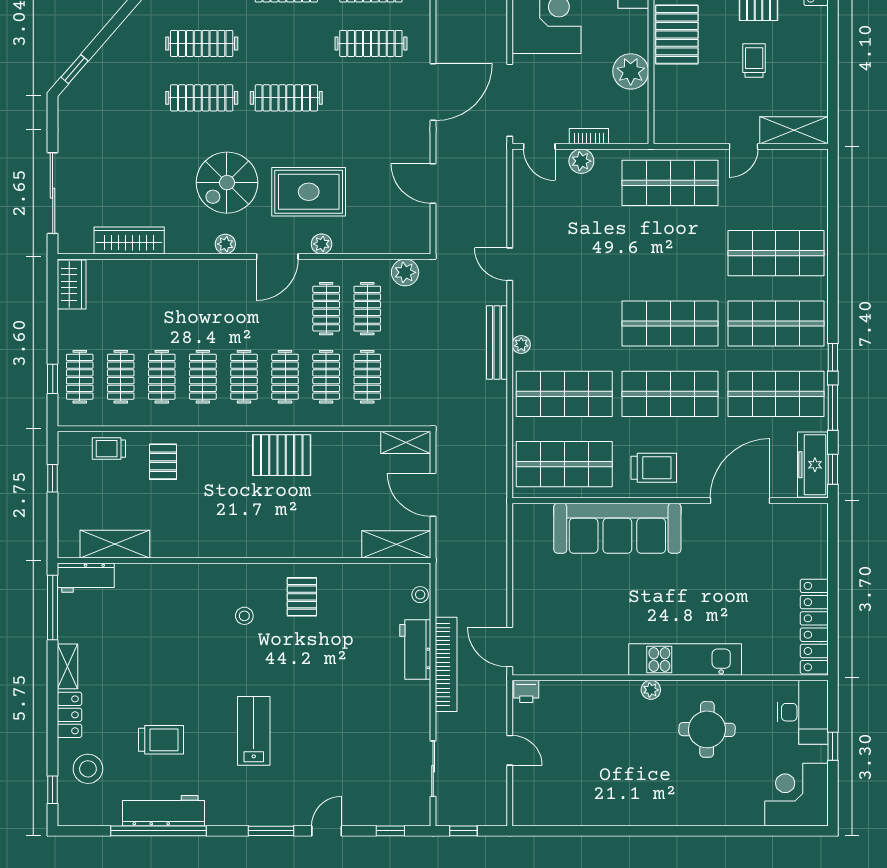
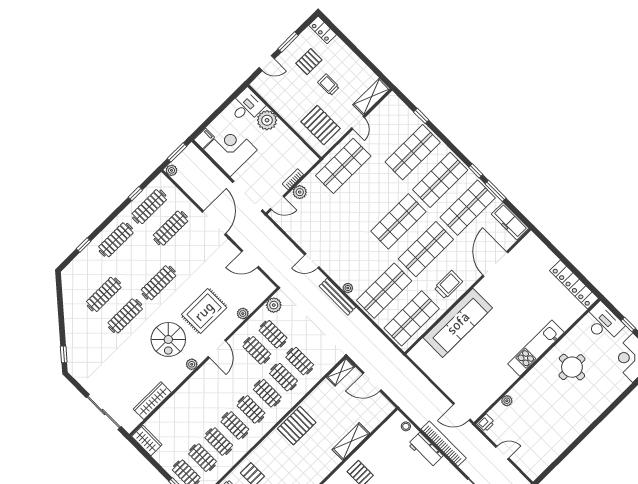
pallet: (677, 34) -> (321, 125), moved
plant: (631, 71) -> (267, 120), moved
plant: (322, 244) -> (243, 314), moved
window: (833, 469) -> (421, 116), moved
shelving: (396, 544) -> (351, 441), moved
plant: (651, 690) -> (507, 401), moved

